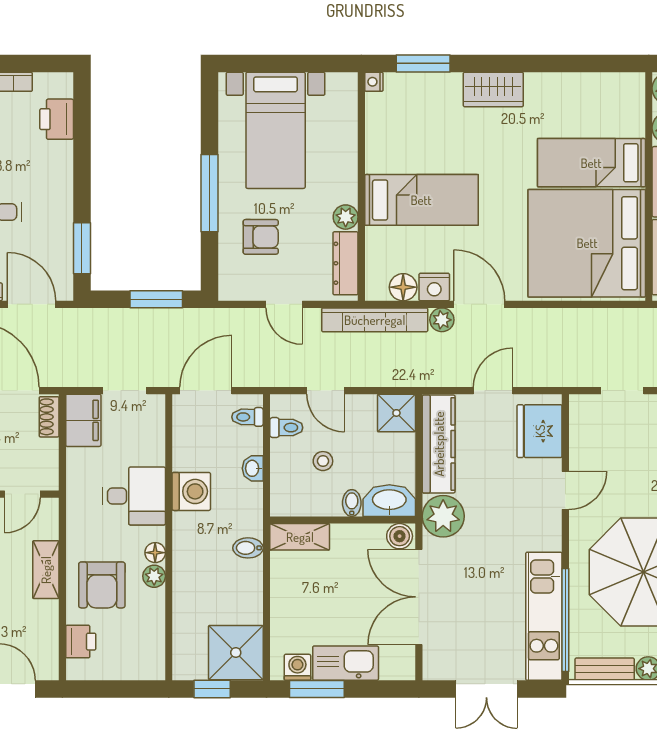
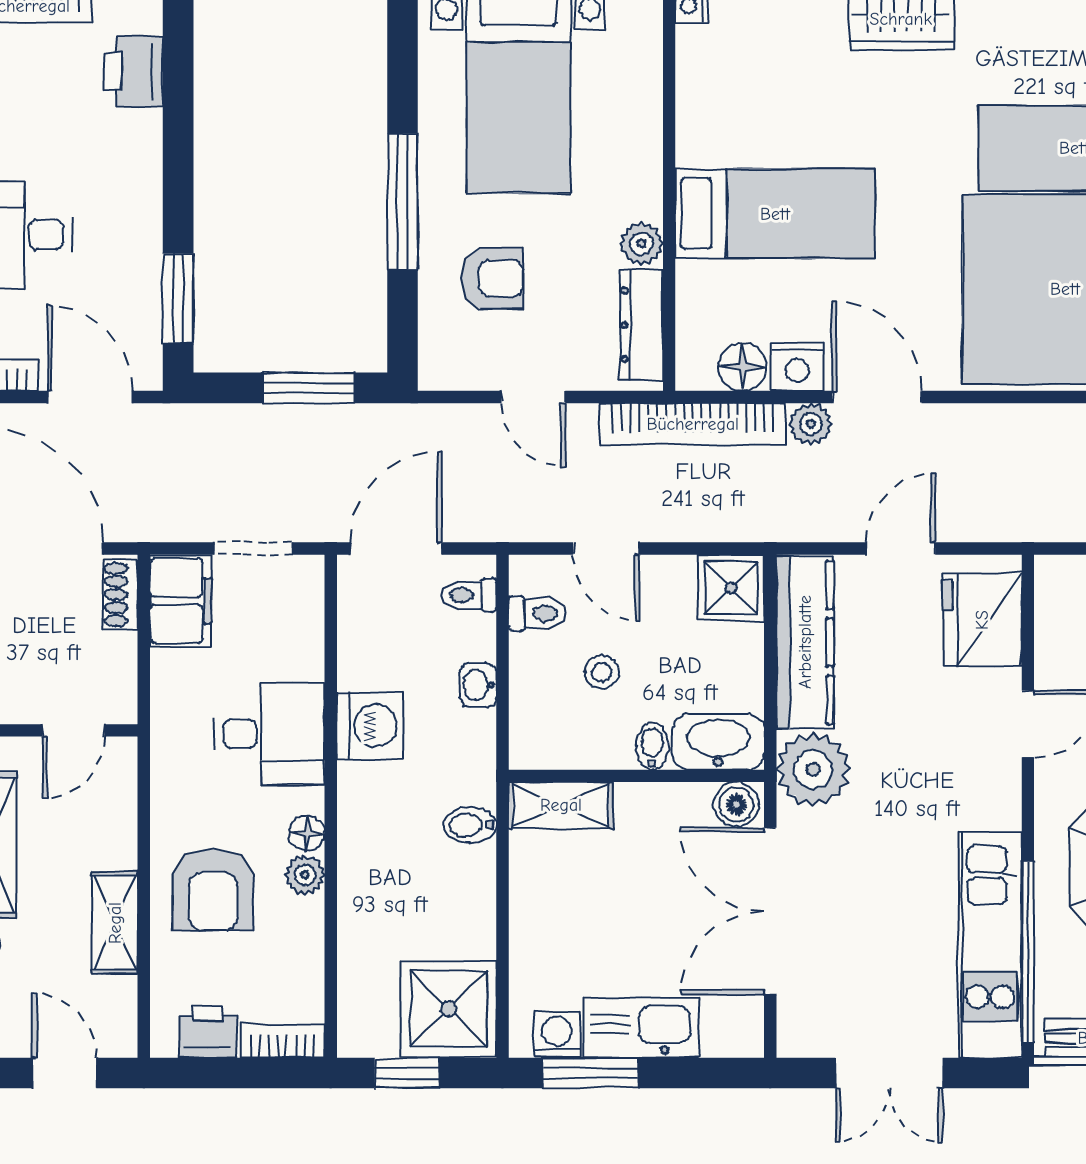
shelving: (46, 570) -> (115, 923), moved
printer: (81, 642) -> (208, 1032), moved, turned -90
bookcase: (141, 671) -> (283, 1041), added

